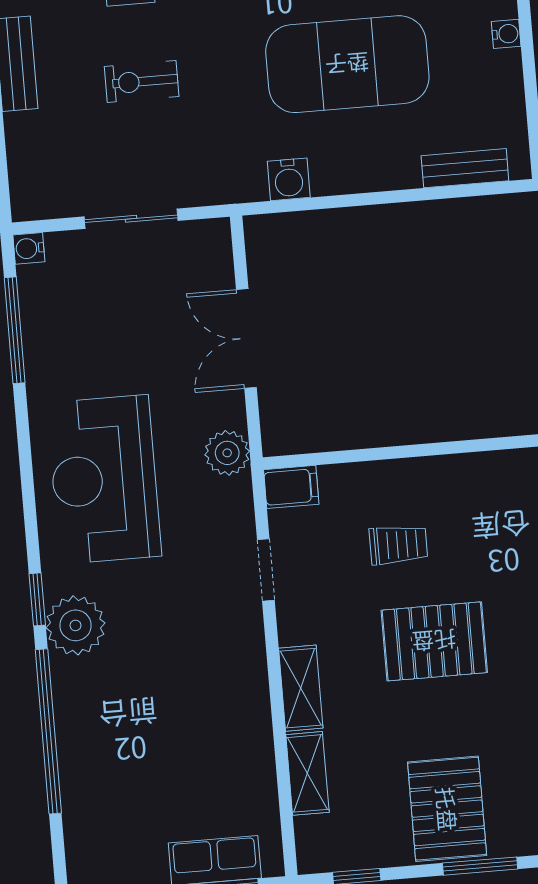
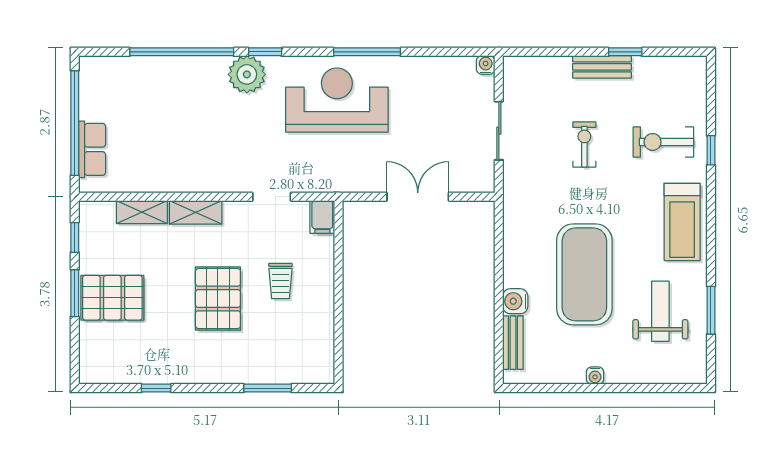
water cooler: (289, 179) -> (515, 301), moved
window: (15, 330) -> (367, 52), moved
plant: (227, 453) -> (347, 179), removed
window: (480, 866) -> (75, 293), moved

